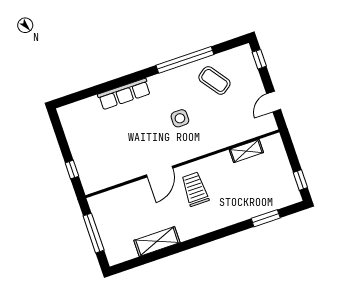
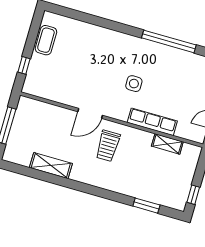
coffee table: (214, 80) -> (46, 40), moved, turned 36
row of seats: (124, 94) -> (152, 122), moved, turned 180
trolley: (195, 189) -> (108, 146), turned 180

